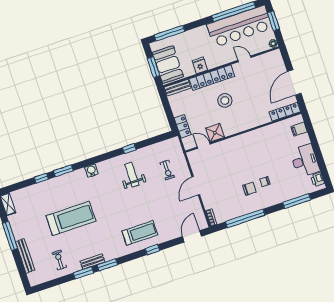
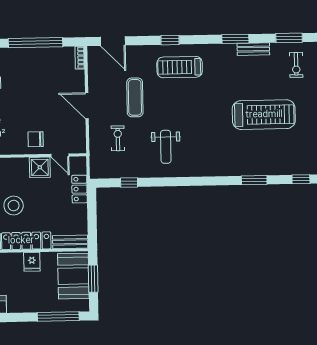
window: (129, 149) -> (129, 183), moved
water cooler: (91, 171) -> (217, 169), removed
window: (41, 178) -> (301, 179), moved
door: (196, 186) -> (87, 106), swing flipped
chair: (249, 189) -> (36, 139), moved
exercise mat: (164, 202) -> (135, 97), added
treadmill: (71, 218) -> (264, 115), turned 180
door: (192, 236) -> (113, 41), hinge flipped
window: (83, 273) -> (289, 38), moved

